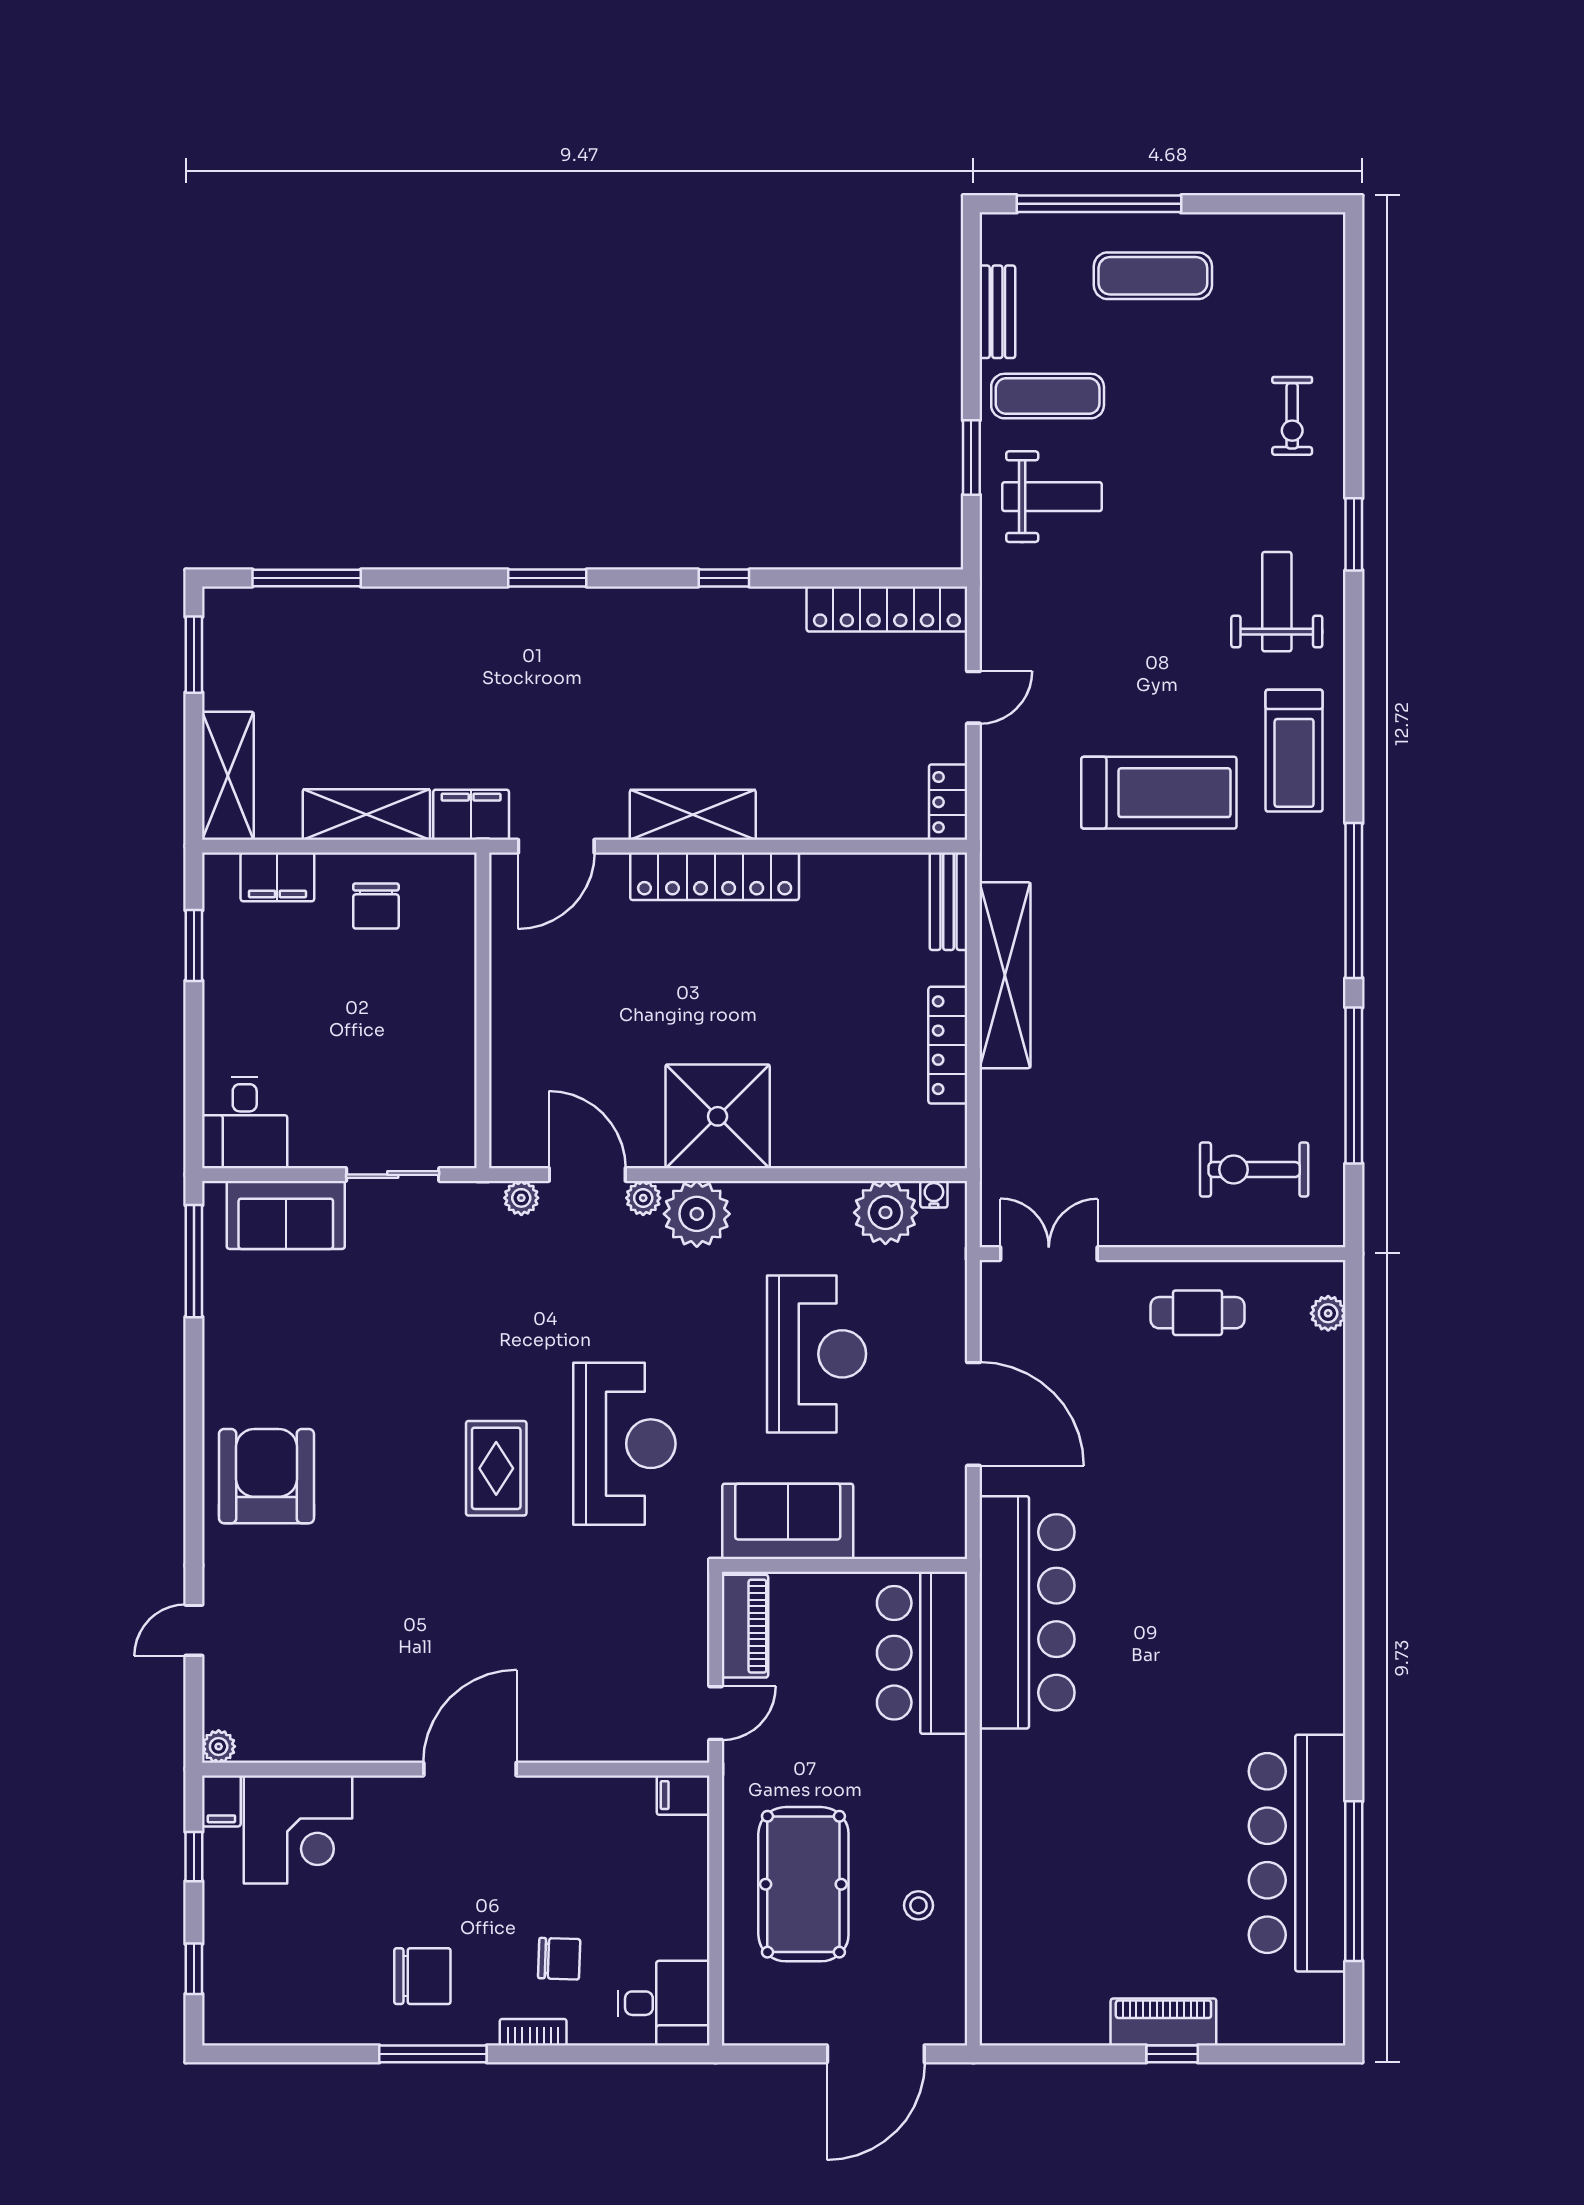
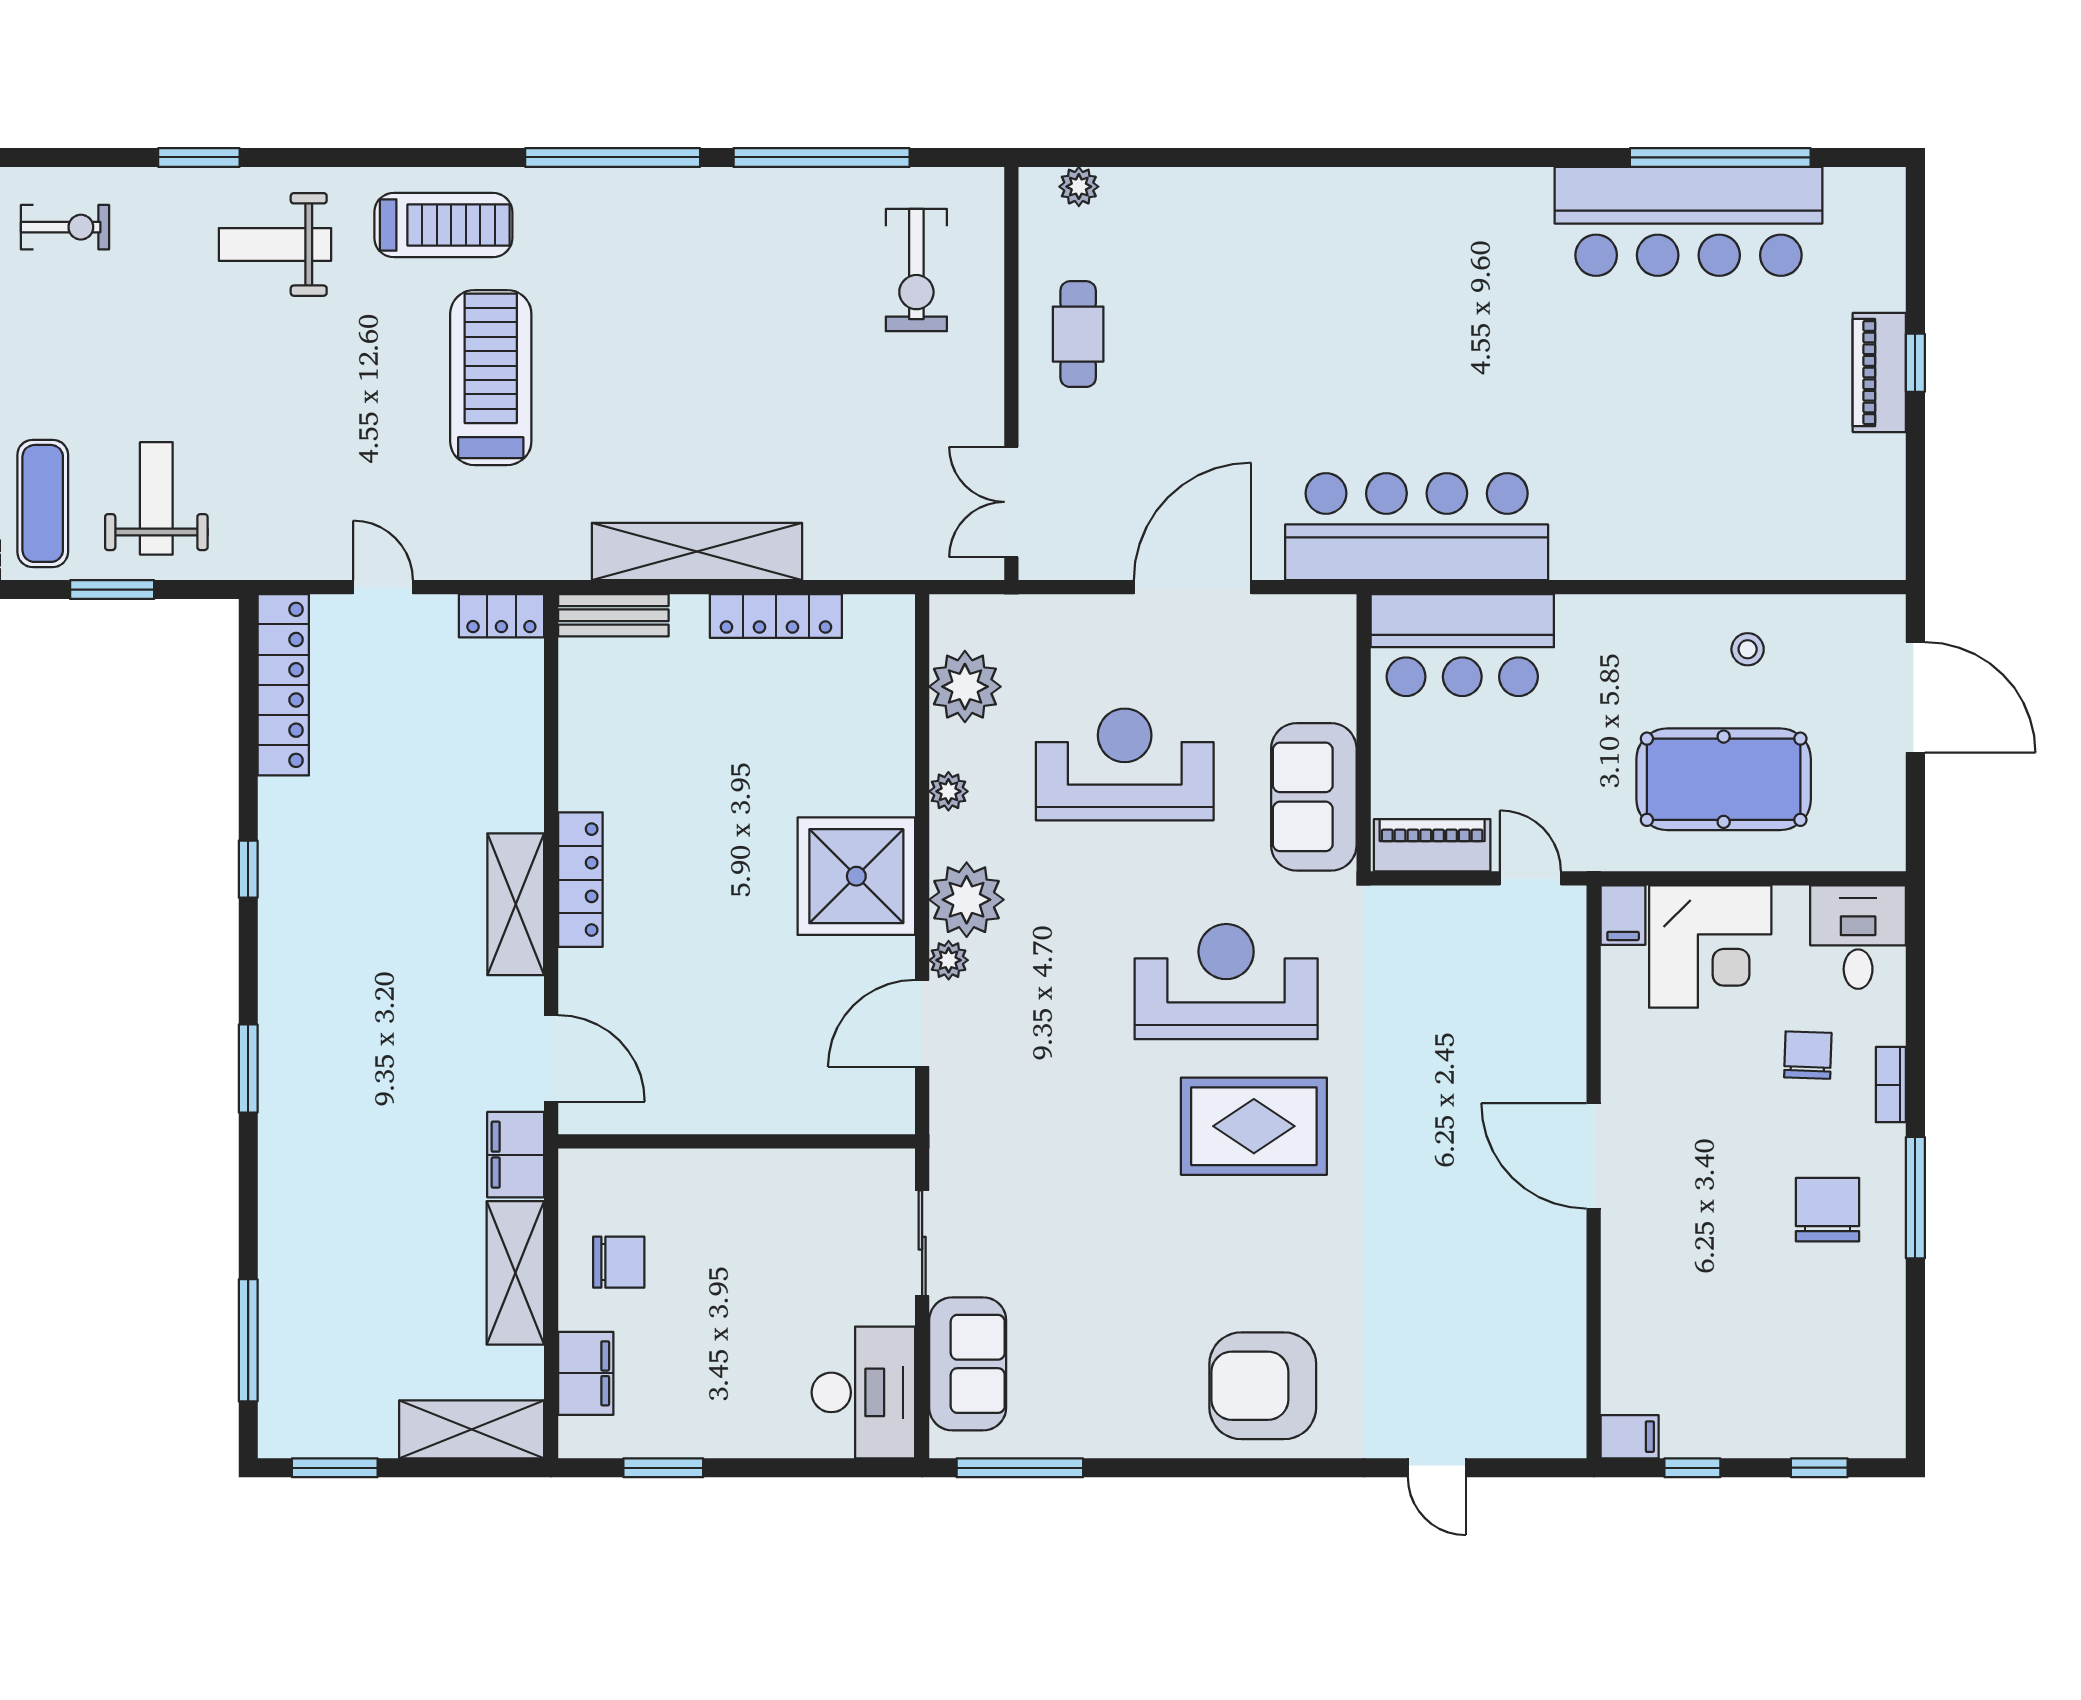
locker: (715, 876) -> (580, 880), width x0.71, depth x0.83
desk: (245, 1123) -> (863, 1392), width x1.37
water cooler: (934, 1194) -> (944, 632), removed
plant: (521, 1198) -> (948, 791), moved
rug: (496, 1468) -> (1254, 1126), width x1.36, depth x1.43
plant: (219, 1746) -> (1568, 1440), removed
corner desk: (298, 1829) -> (1710, 947), moved, turned 90

